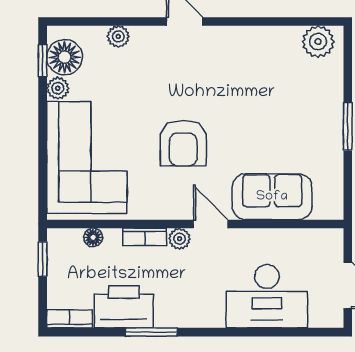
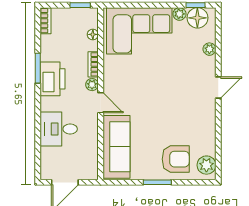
armchair: (183, 143) -> (176, 159), moved, turned 180
sofa: (272, 197) -> (116, 147), width x1.36
door: (211, 224) -> (101, 103), hinge flipped
desk: (267, 296) -> (59, 129), width x0.73
printer: (124, 307) -> (53, 79), moved

